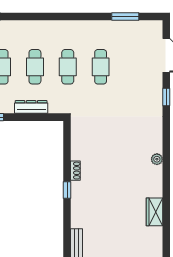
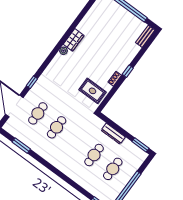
cafe table: (68, 67) -> (38, 113), moved
rug: (90, 138) -> (93, 91), added
wardrobe: (154, 212) -> (74, 40), moved

